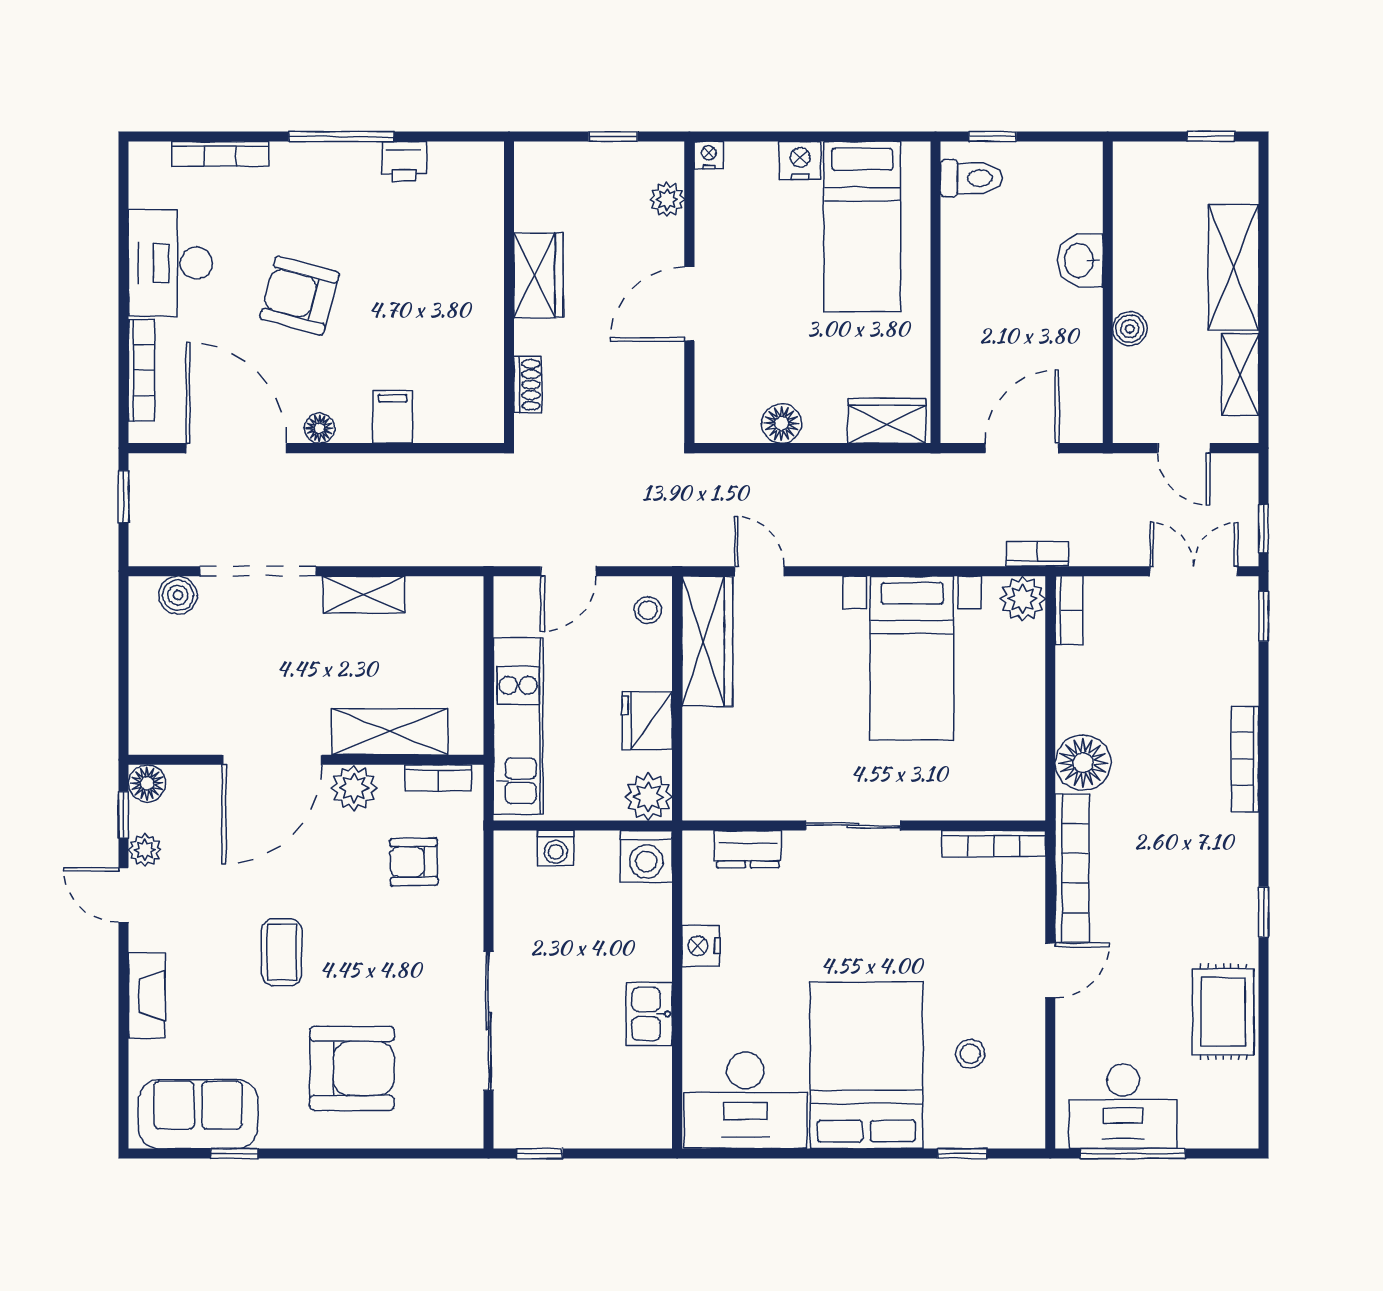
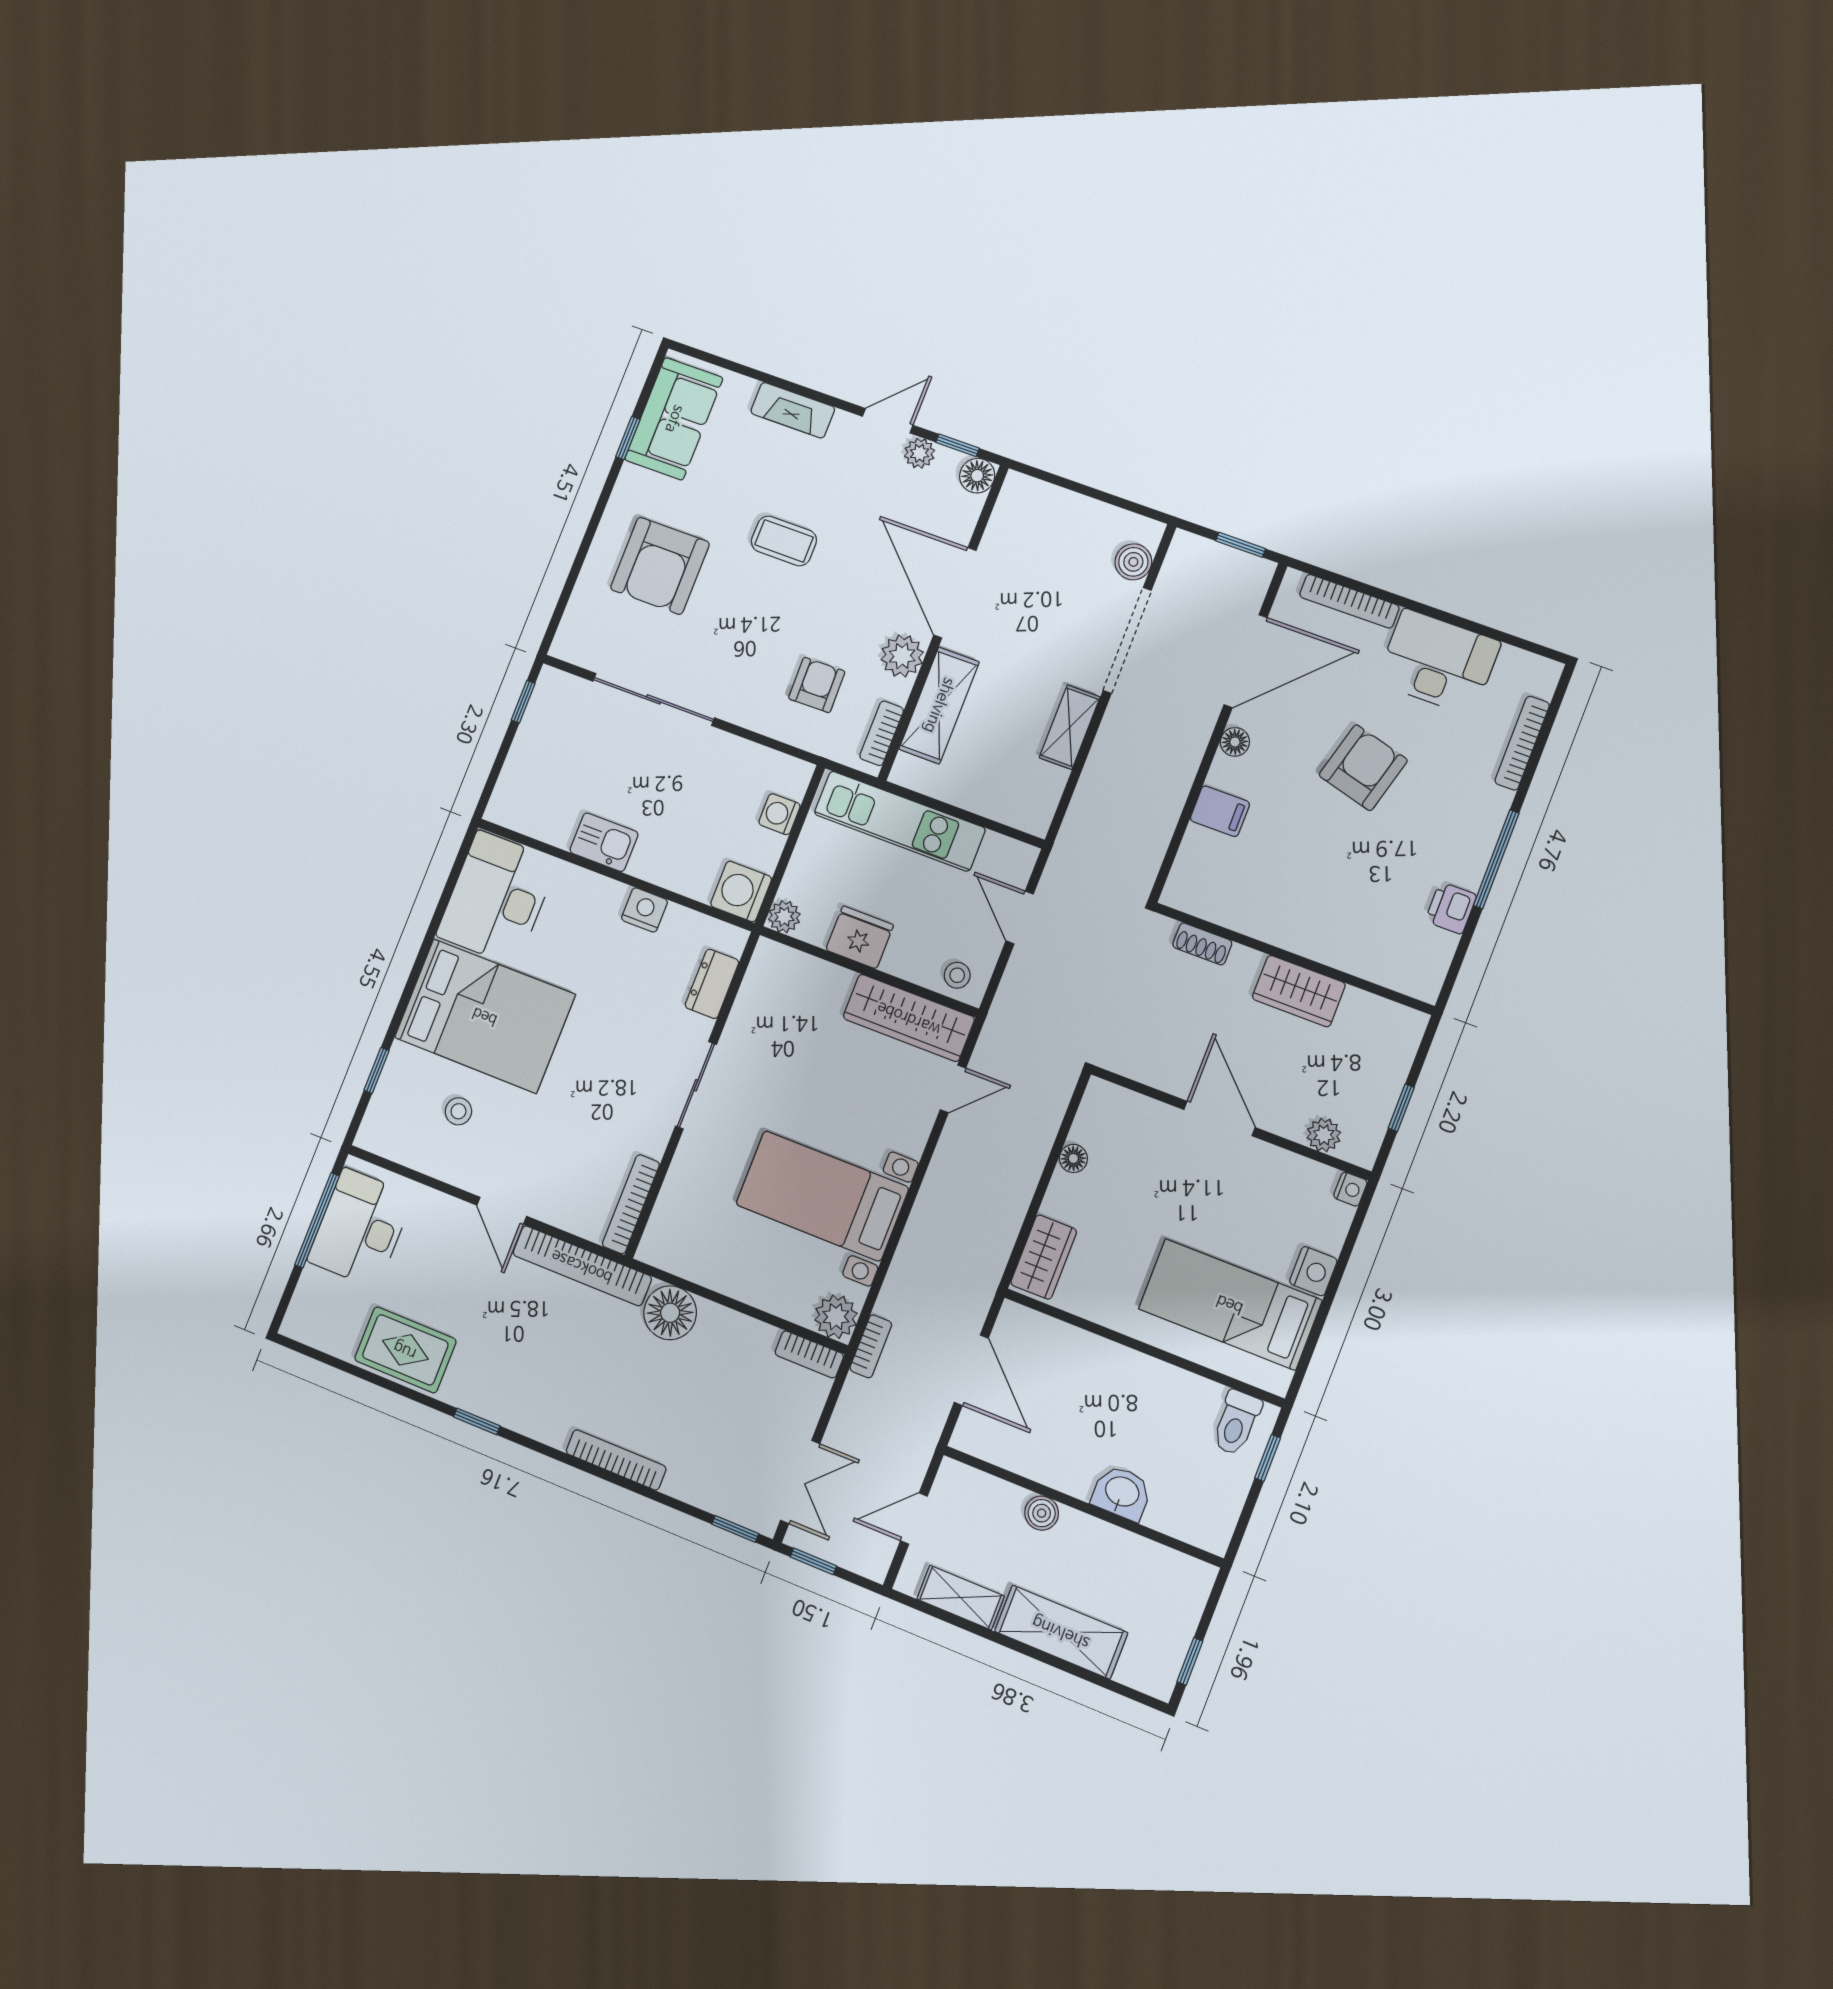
floor lamp: (782, 423) -> (1073, 1158), width x0.73, depth x0.73
plant: (648, 797) -> (784, 917), width x0.73, depth x0.73

